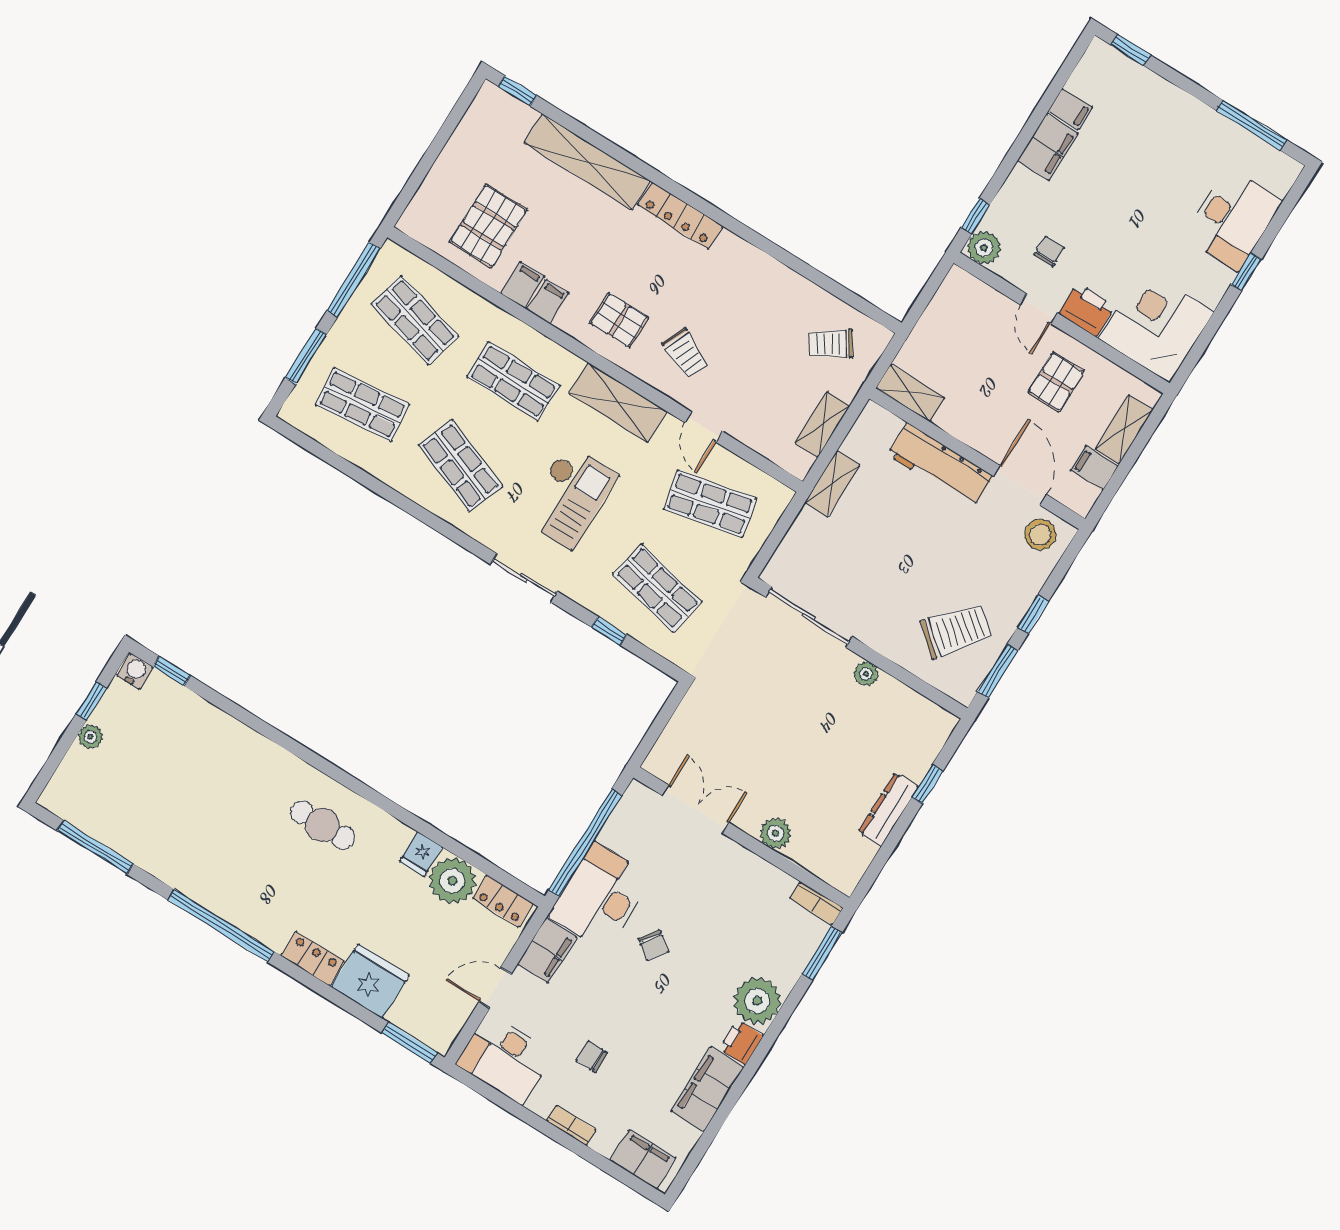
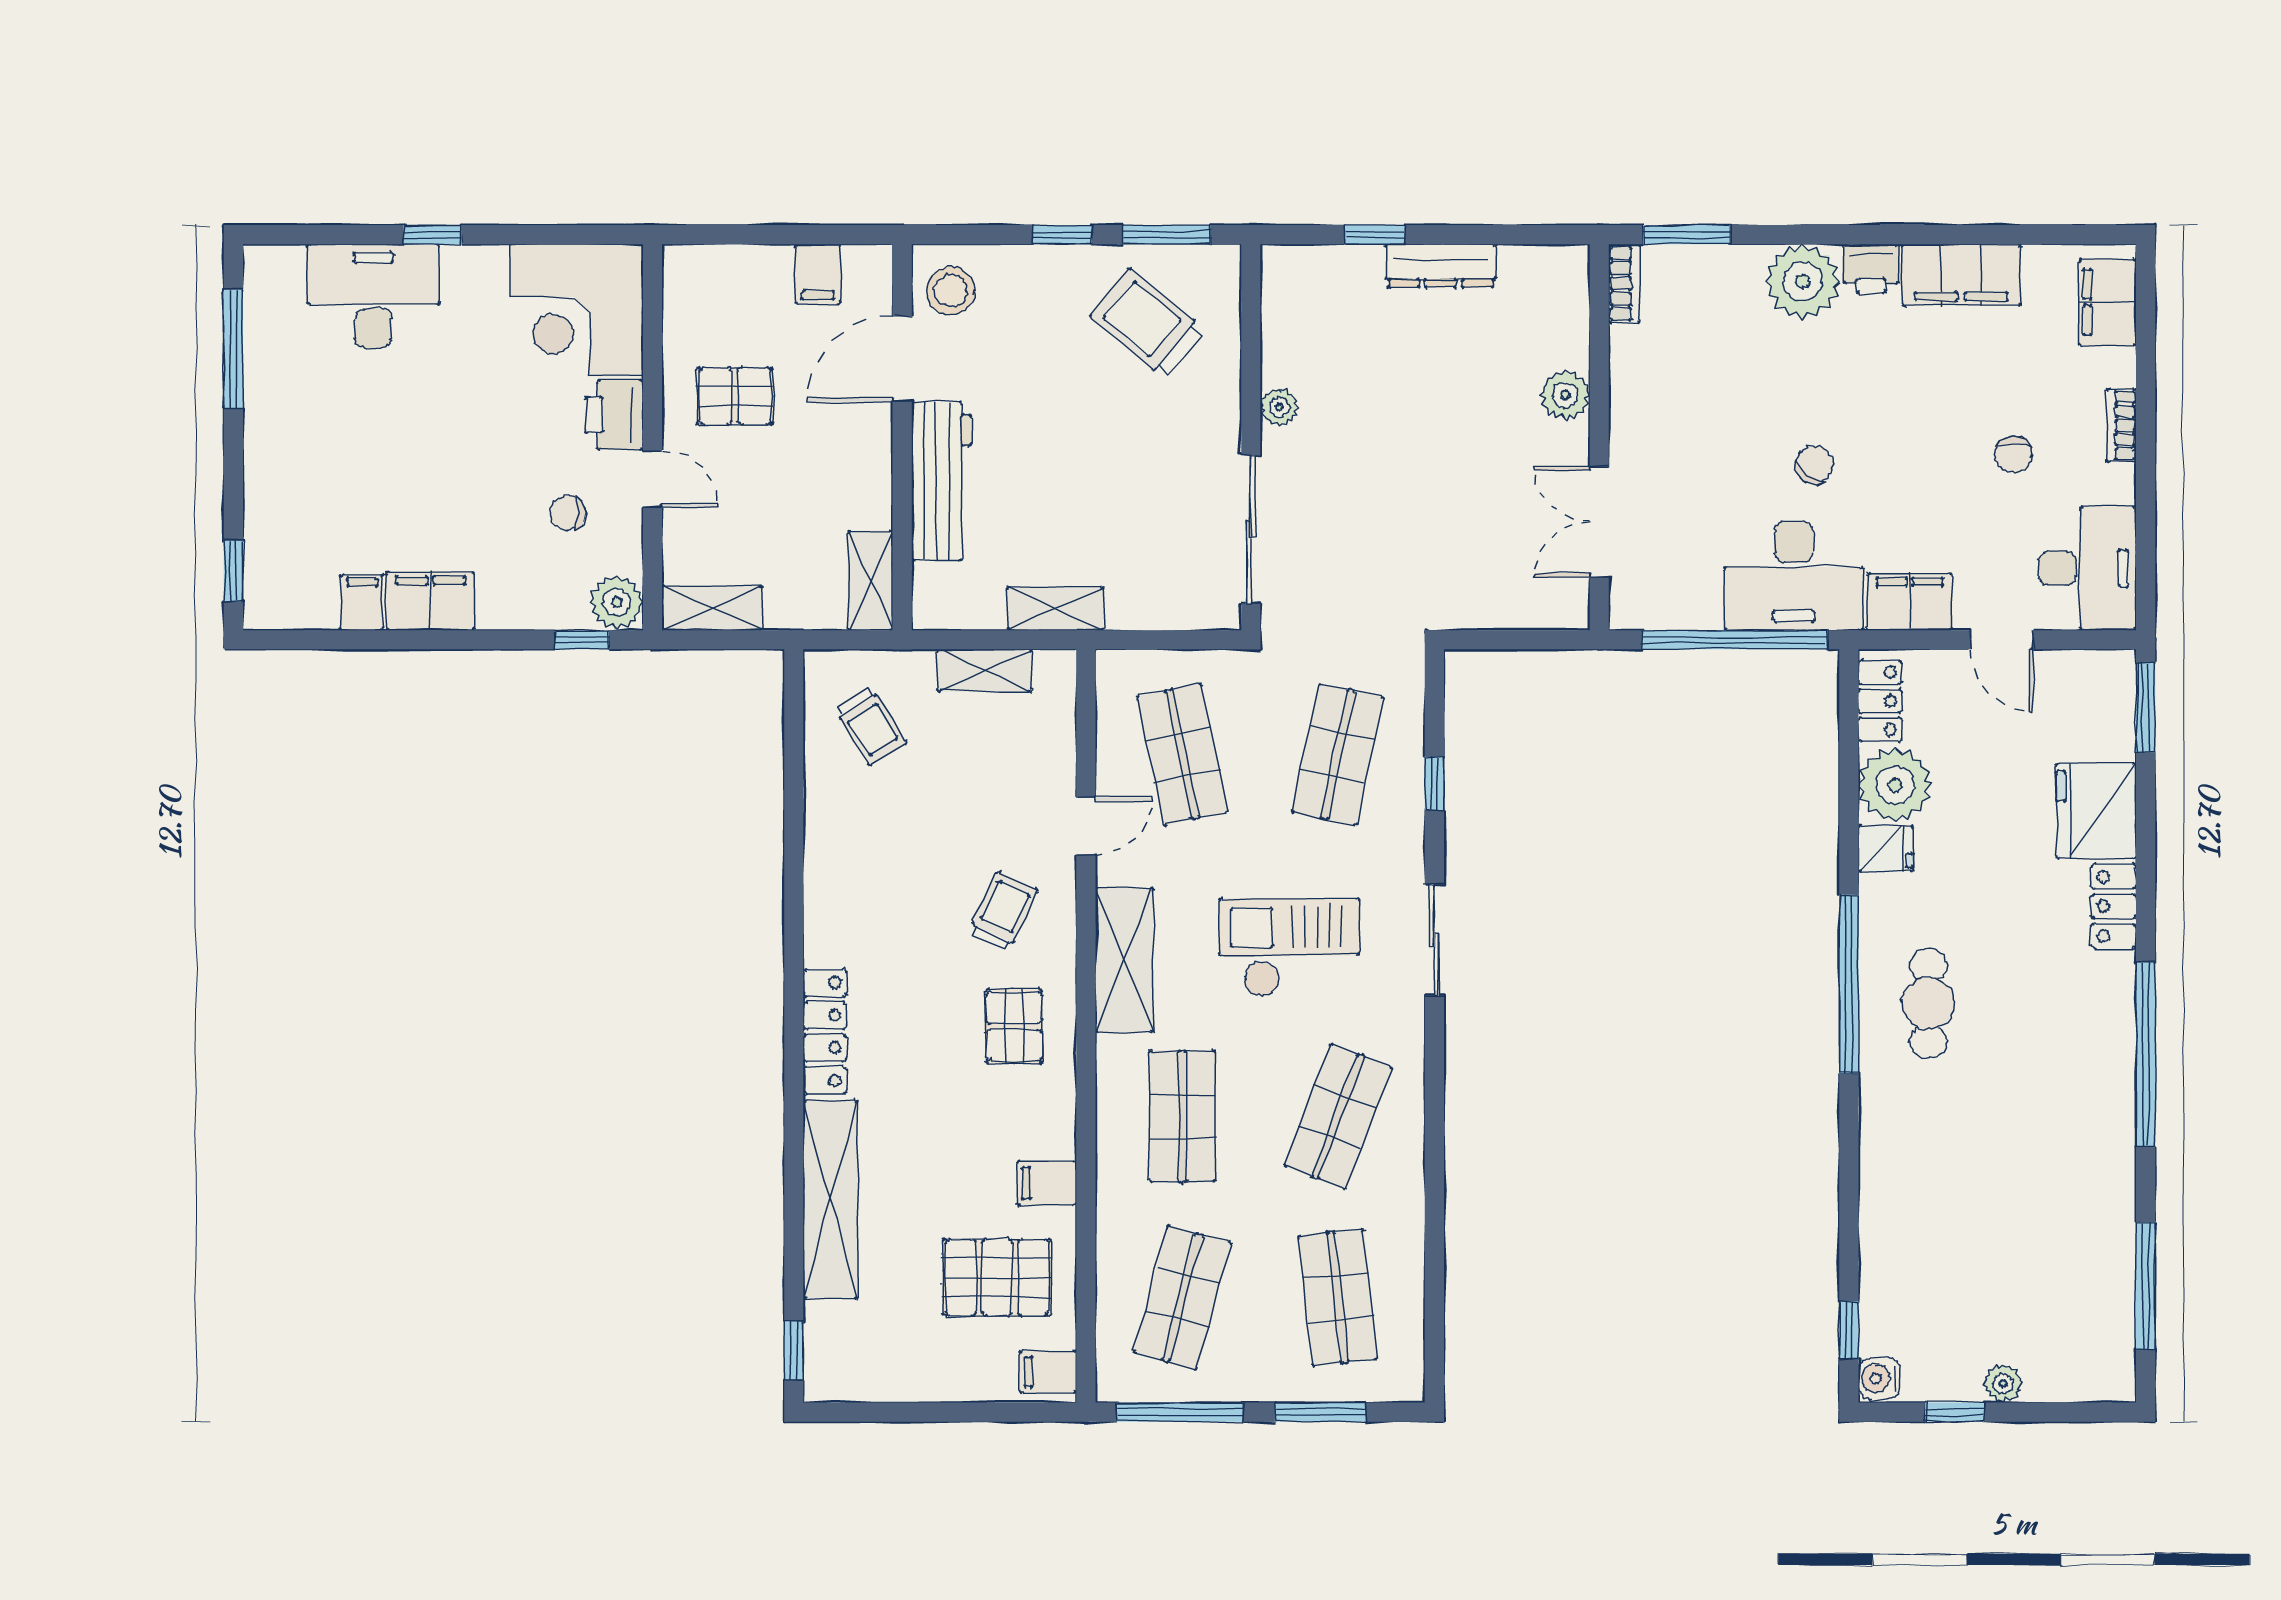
filing cabinet: (548, 302) -> (1048, 1372), moved
door: (1039, 309) -> (653, 479), hinge flipped
shelving: (1124, 429) -> (712, 608), moved
window: (360, 788) -> (1849, 984), added

